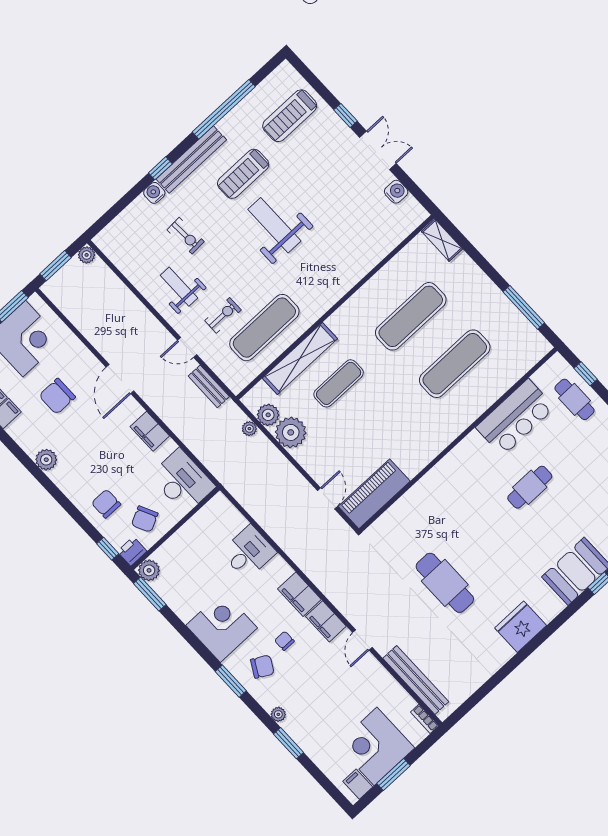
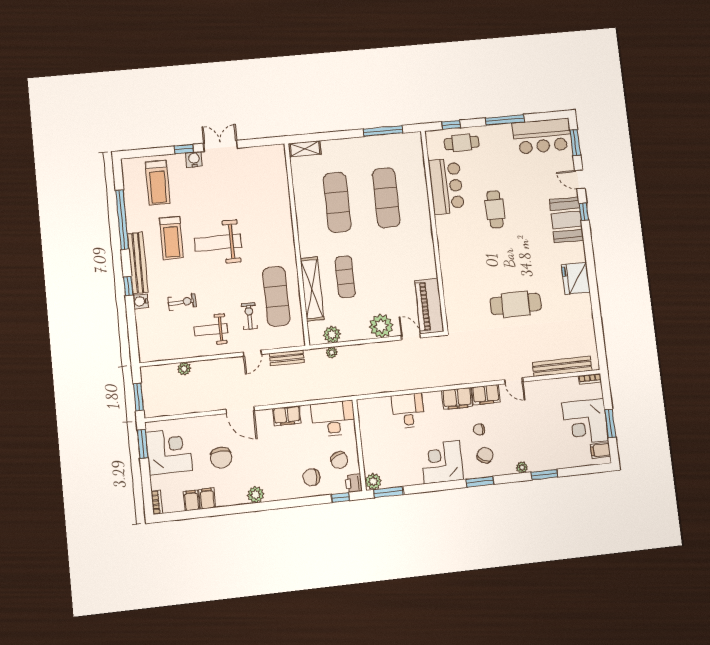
water cooler: (396, 192) -> (194, 159), moved
plant: (87, 255) -> (184, 369), moved
plant: (291, 432) -> (381, 326), moved

